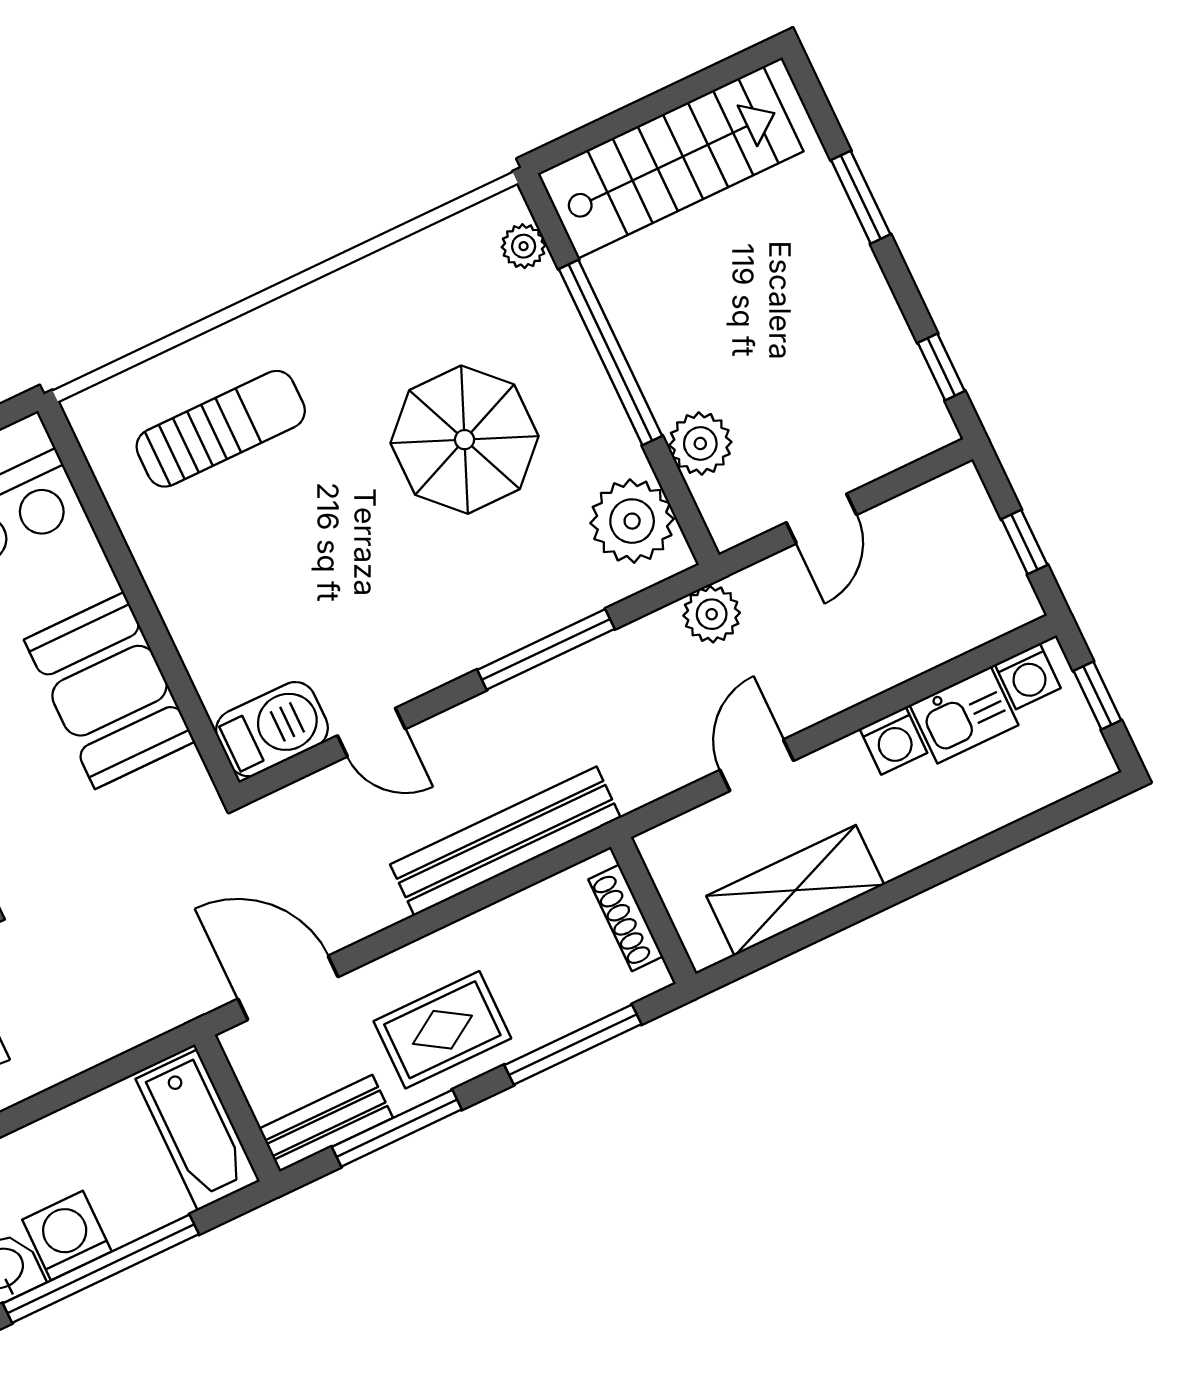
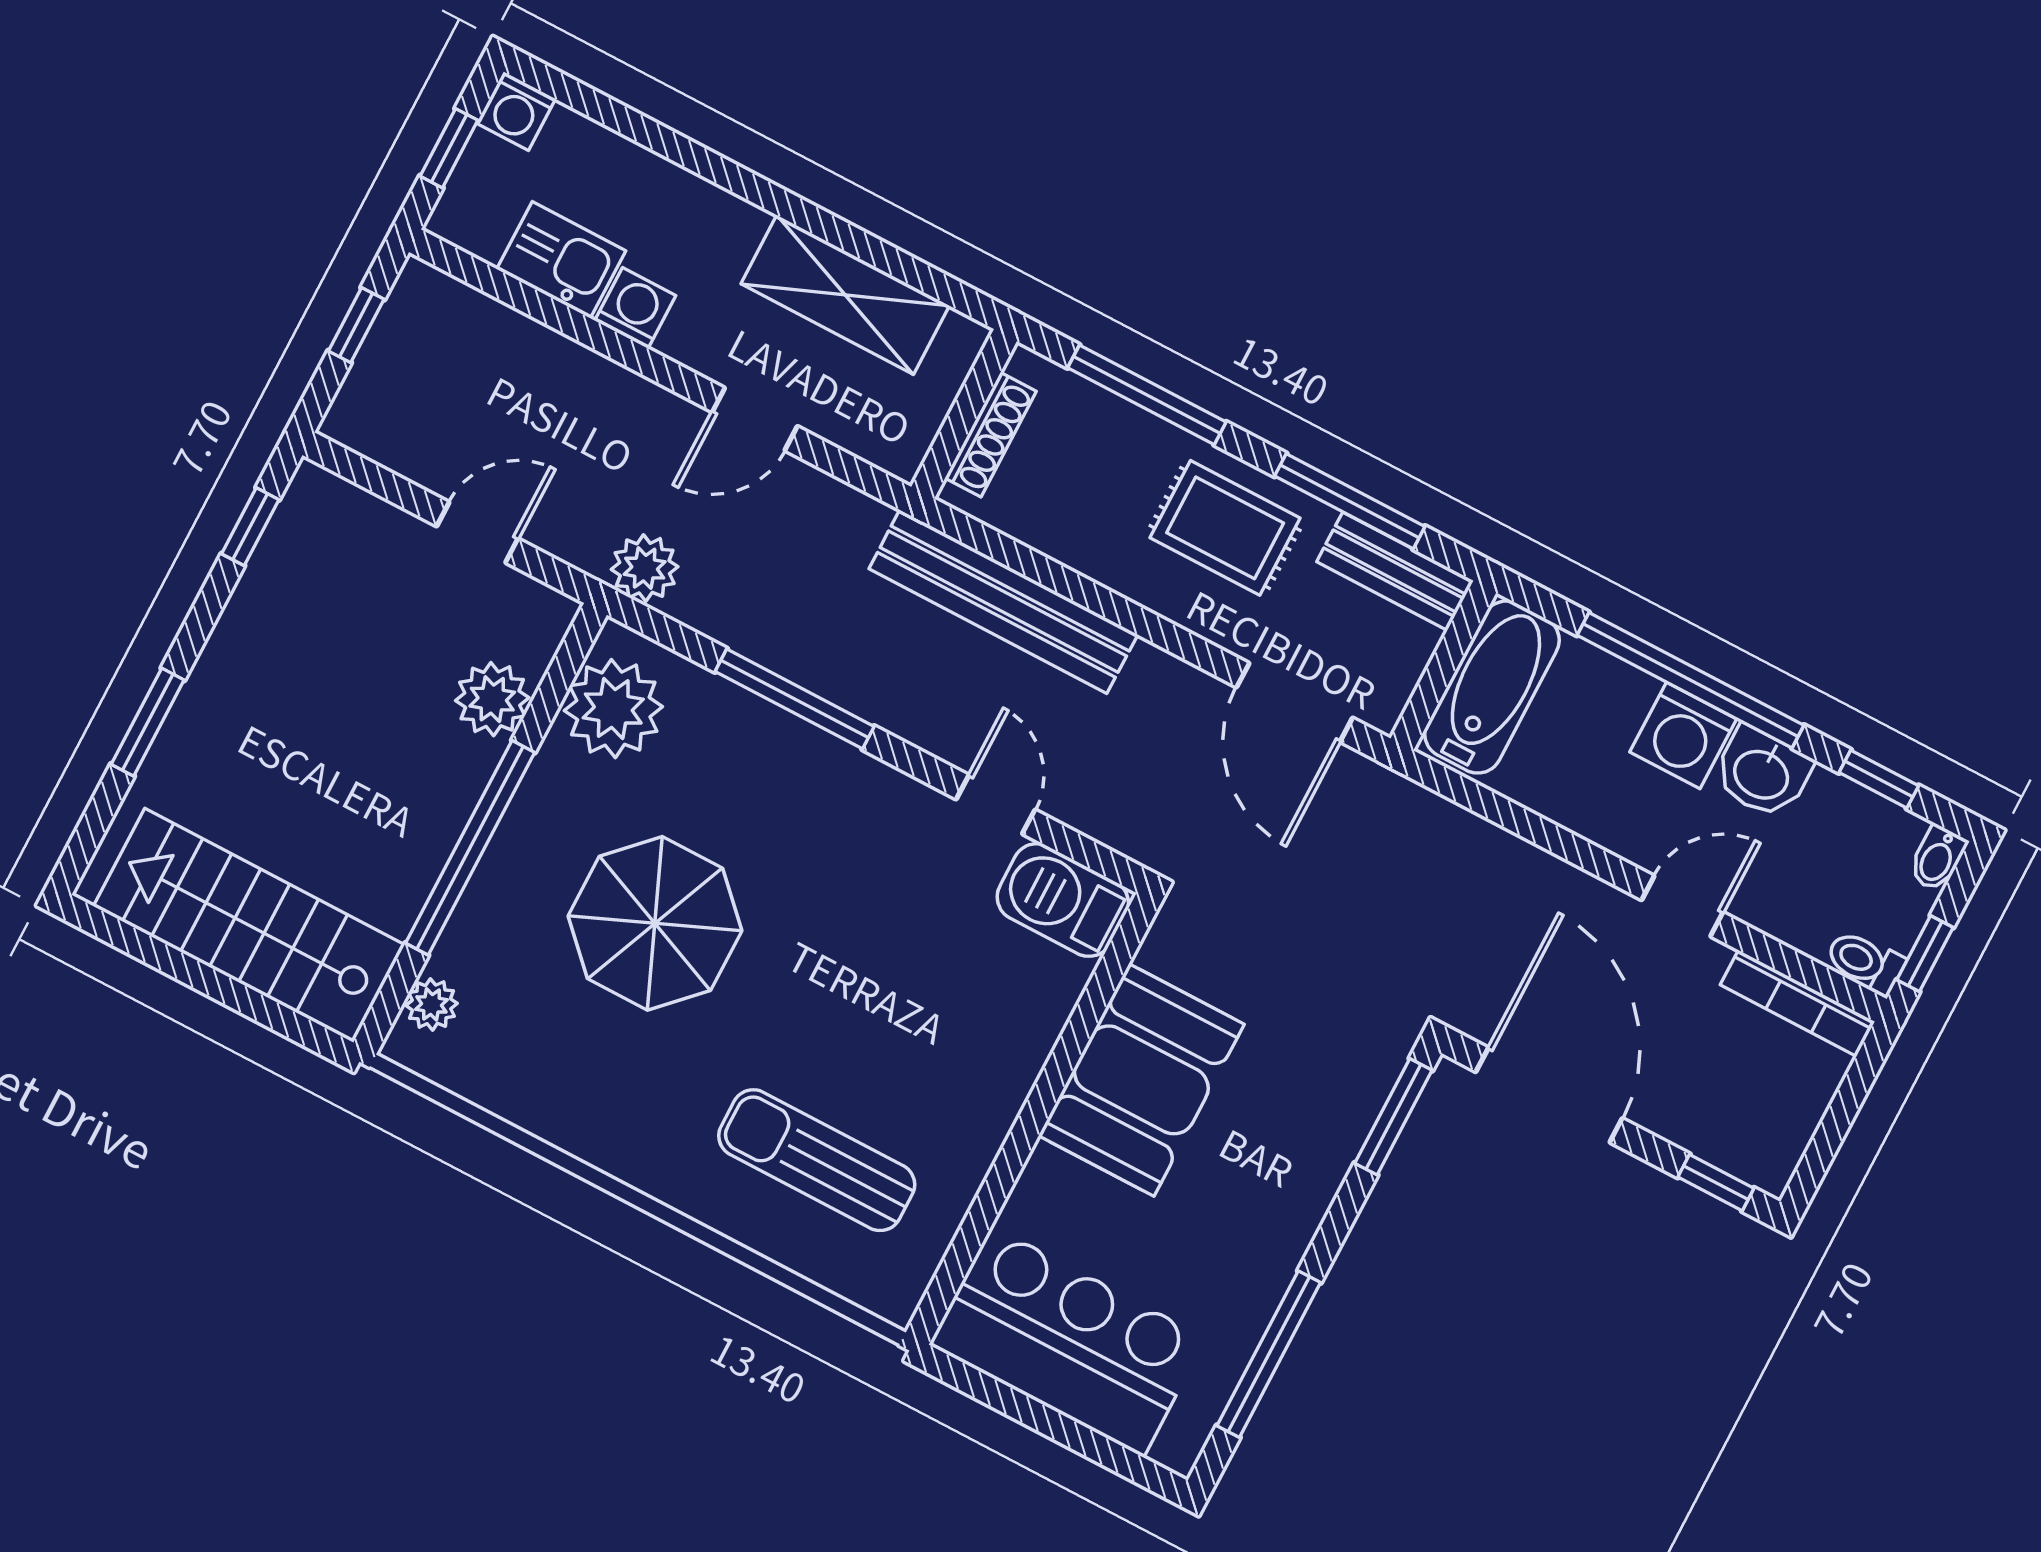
washing machine: (1028, 676) -> (516, 111), moved, turned 180

